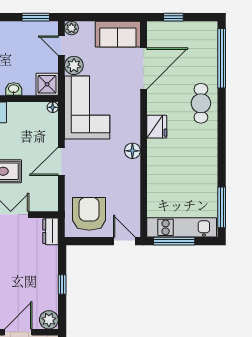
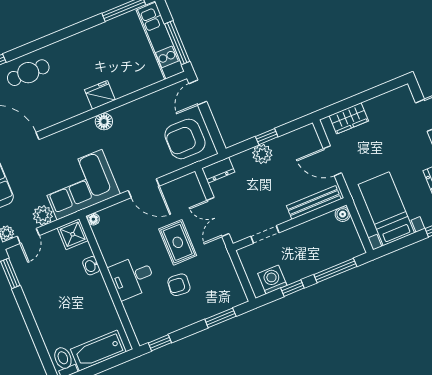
fridge: (157, 127) -> (100, 95), moved
plant: (49, 320) -> (262, 154), moved

